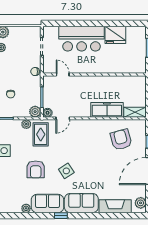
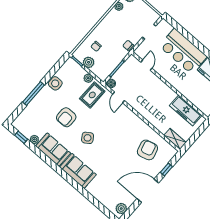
freezer: (107, 110) -> (186, 111), moved, turned 180
plant: (35, 112) -> (89, 62), moved
door: (63, 118) -> (119, 97), hinge flipped
fireplace: (115, 206) -> (101, 195), removed
window: (61, 216) -> (21, 137), moved

